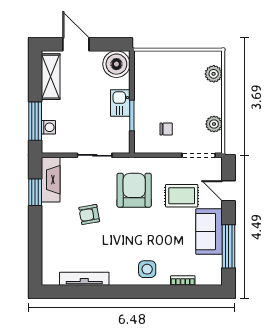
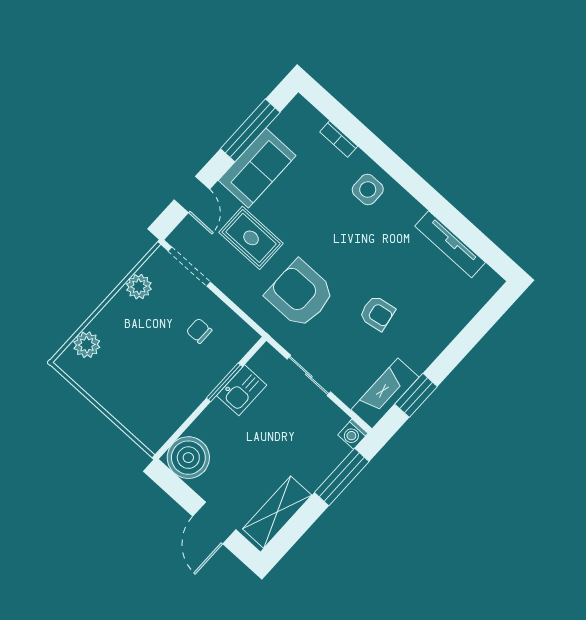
kitchen sink: (120, 103) -> (242, 390), moved
washing machine: (48, 127) -> (353, 434), moved, turned -90
armchair: (134, 190) -> (300, 294), turned 90

